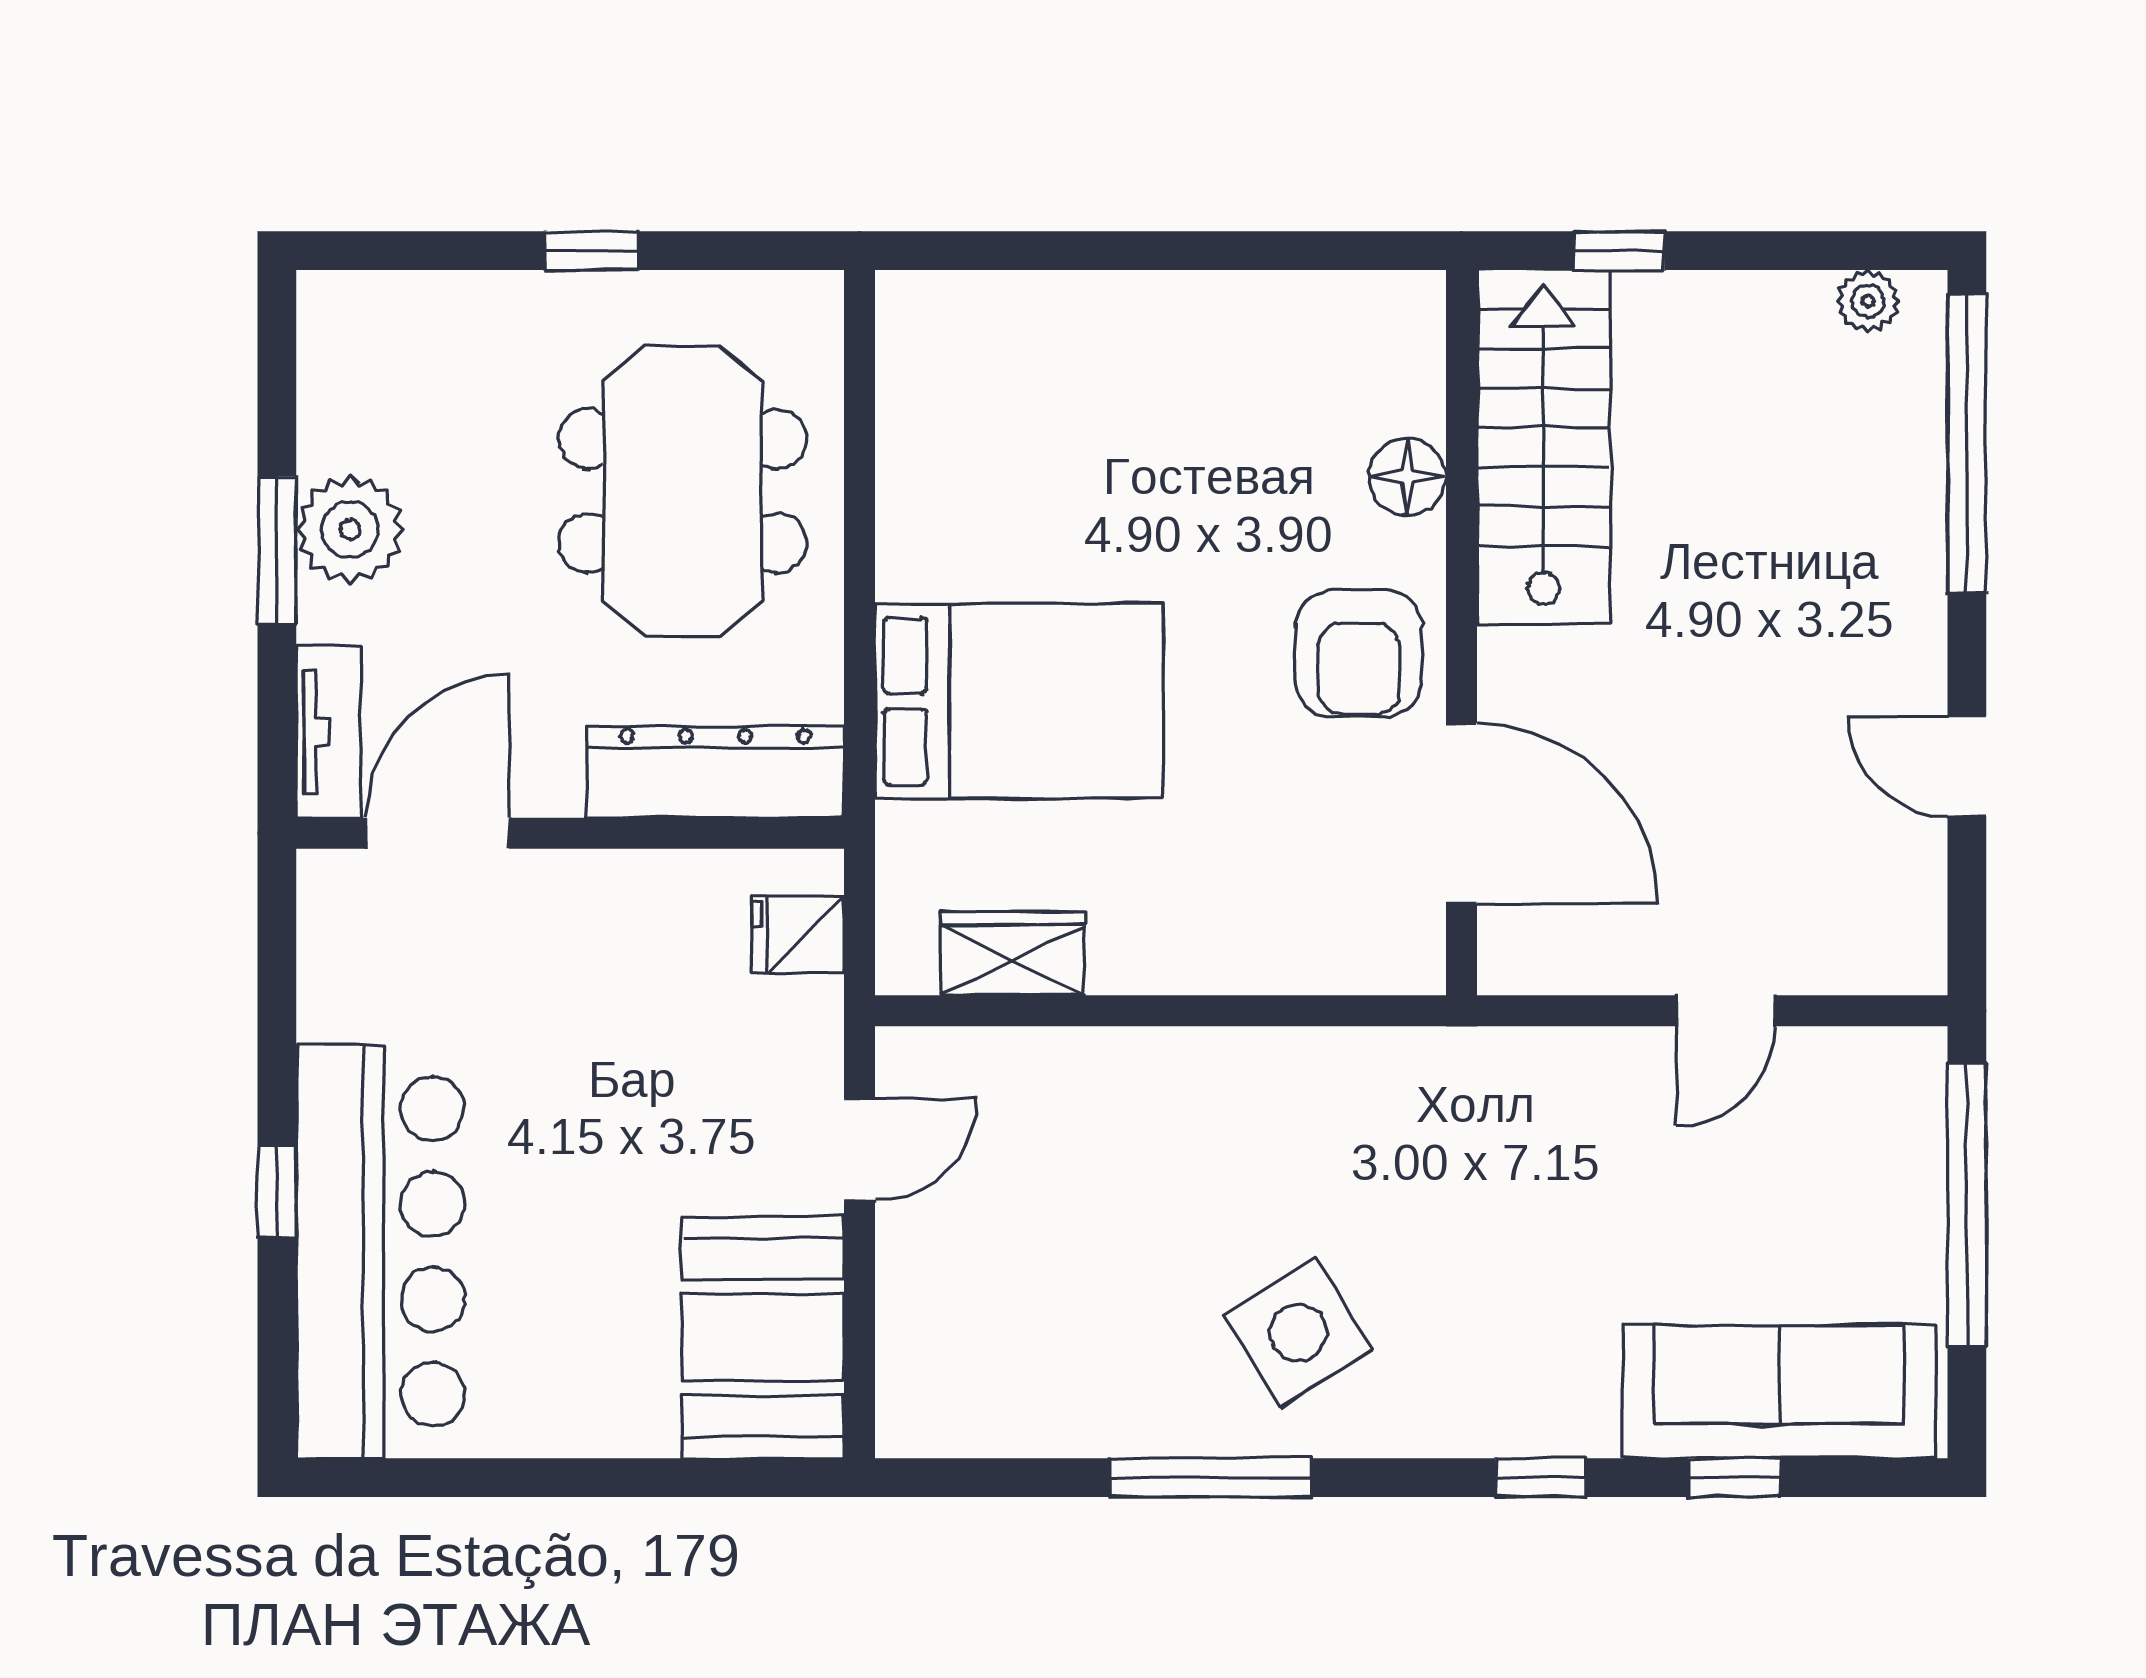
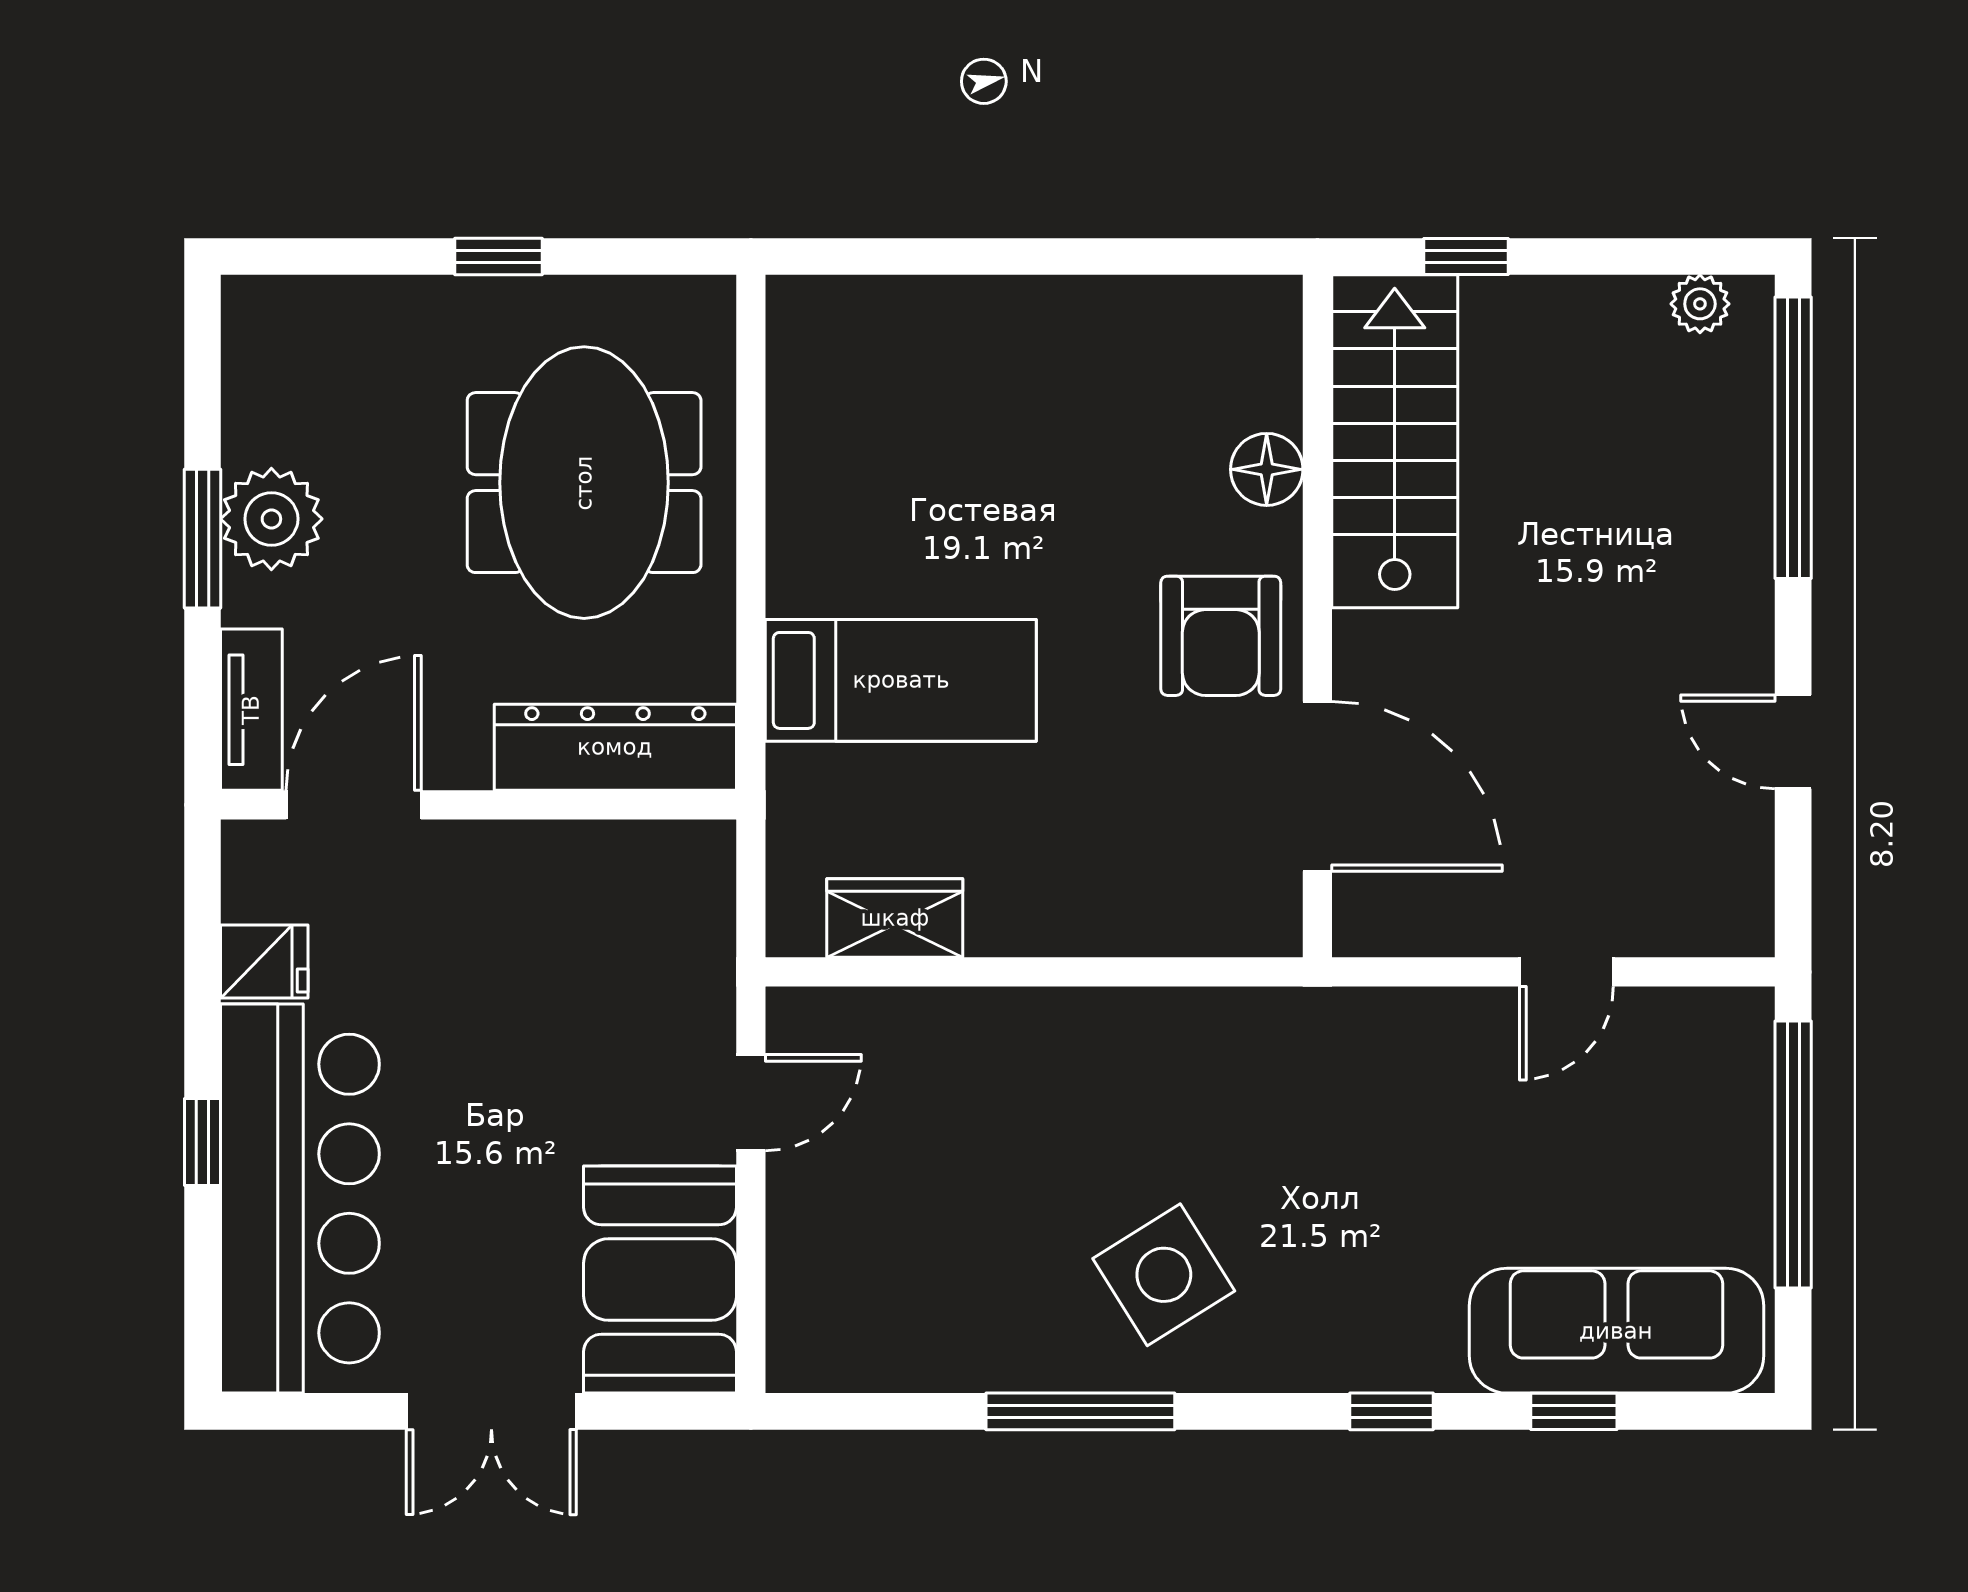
bed: (1019, 701) -> (901, 680), width x0.67
fridge: (798, 934) -> (264, 962), moved, turned 180
double door: (584, 1478) -> (491, 1411), added

